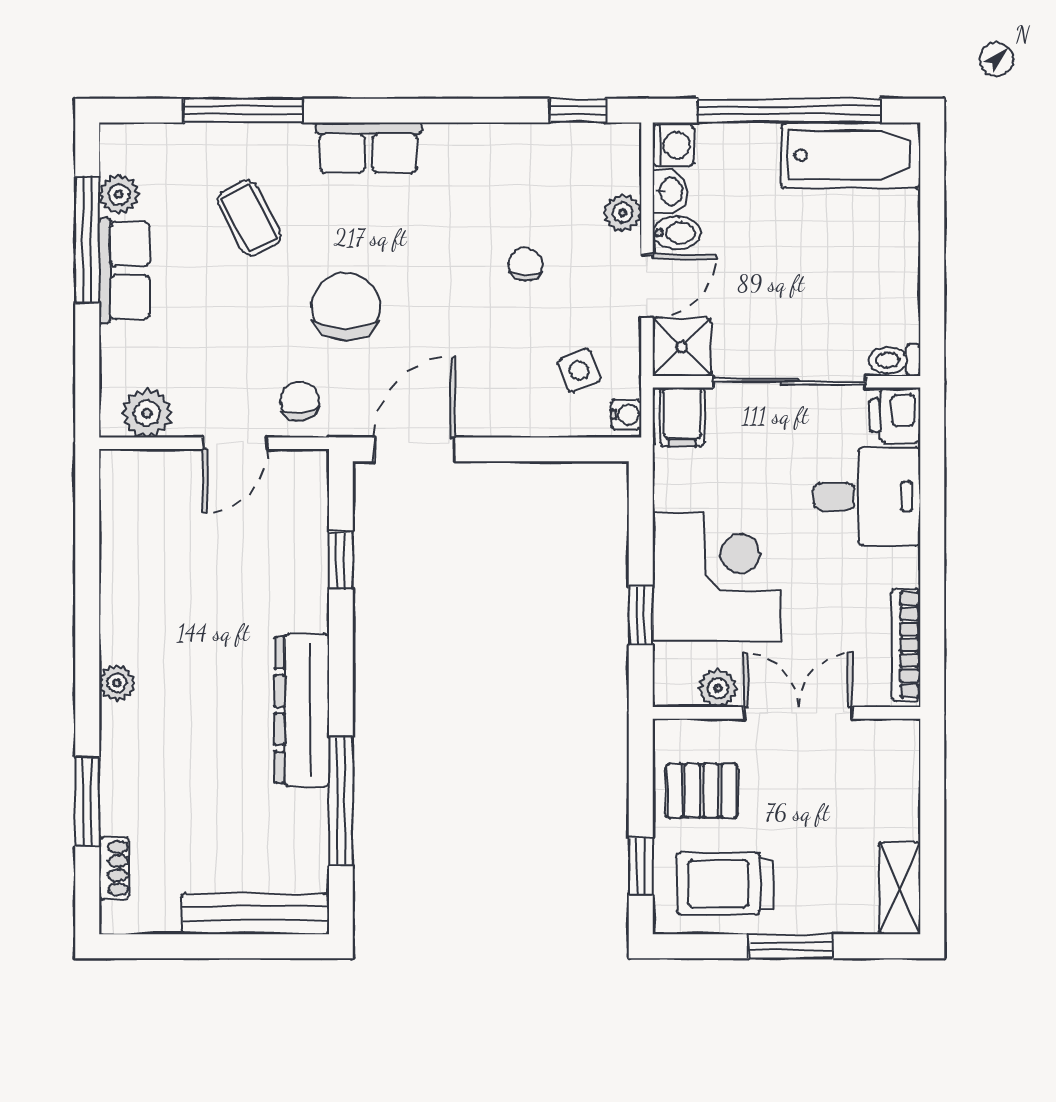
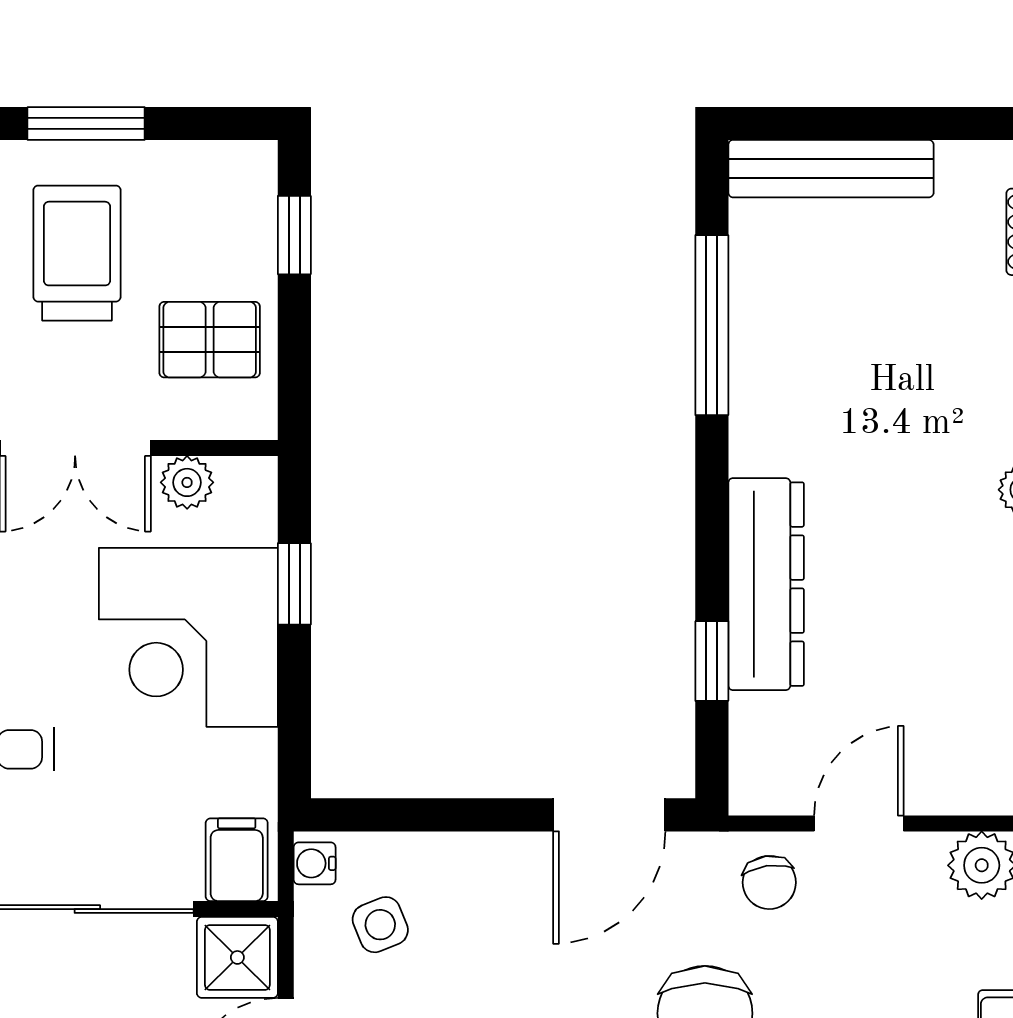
dresser: (302, 710) -> (766, 584), moved
trolley: (725, 884) -> (77, 253), moved, turned -90

